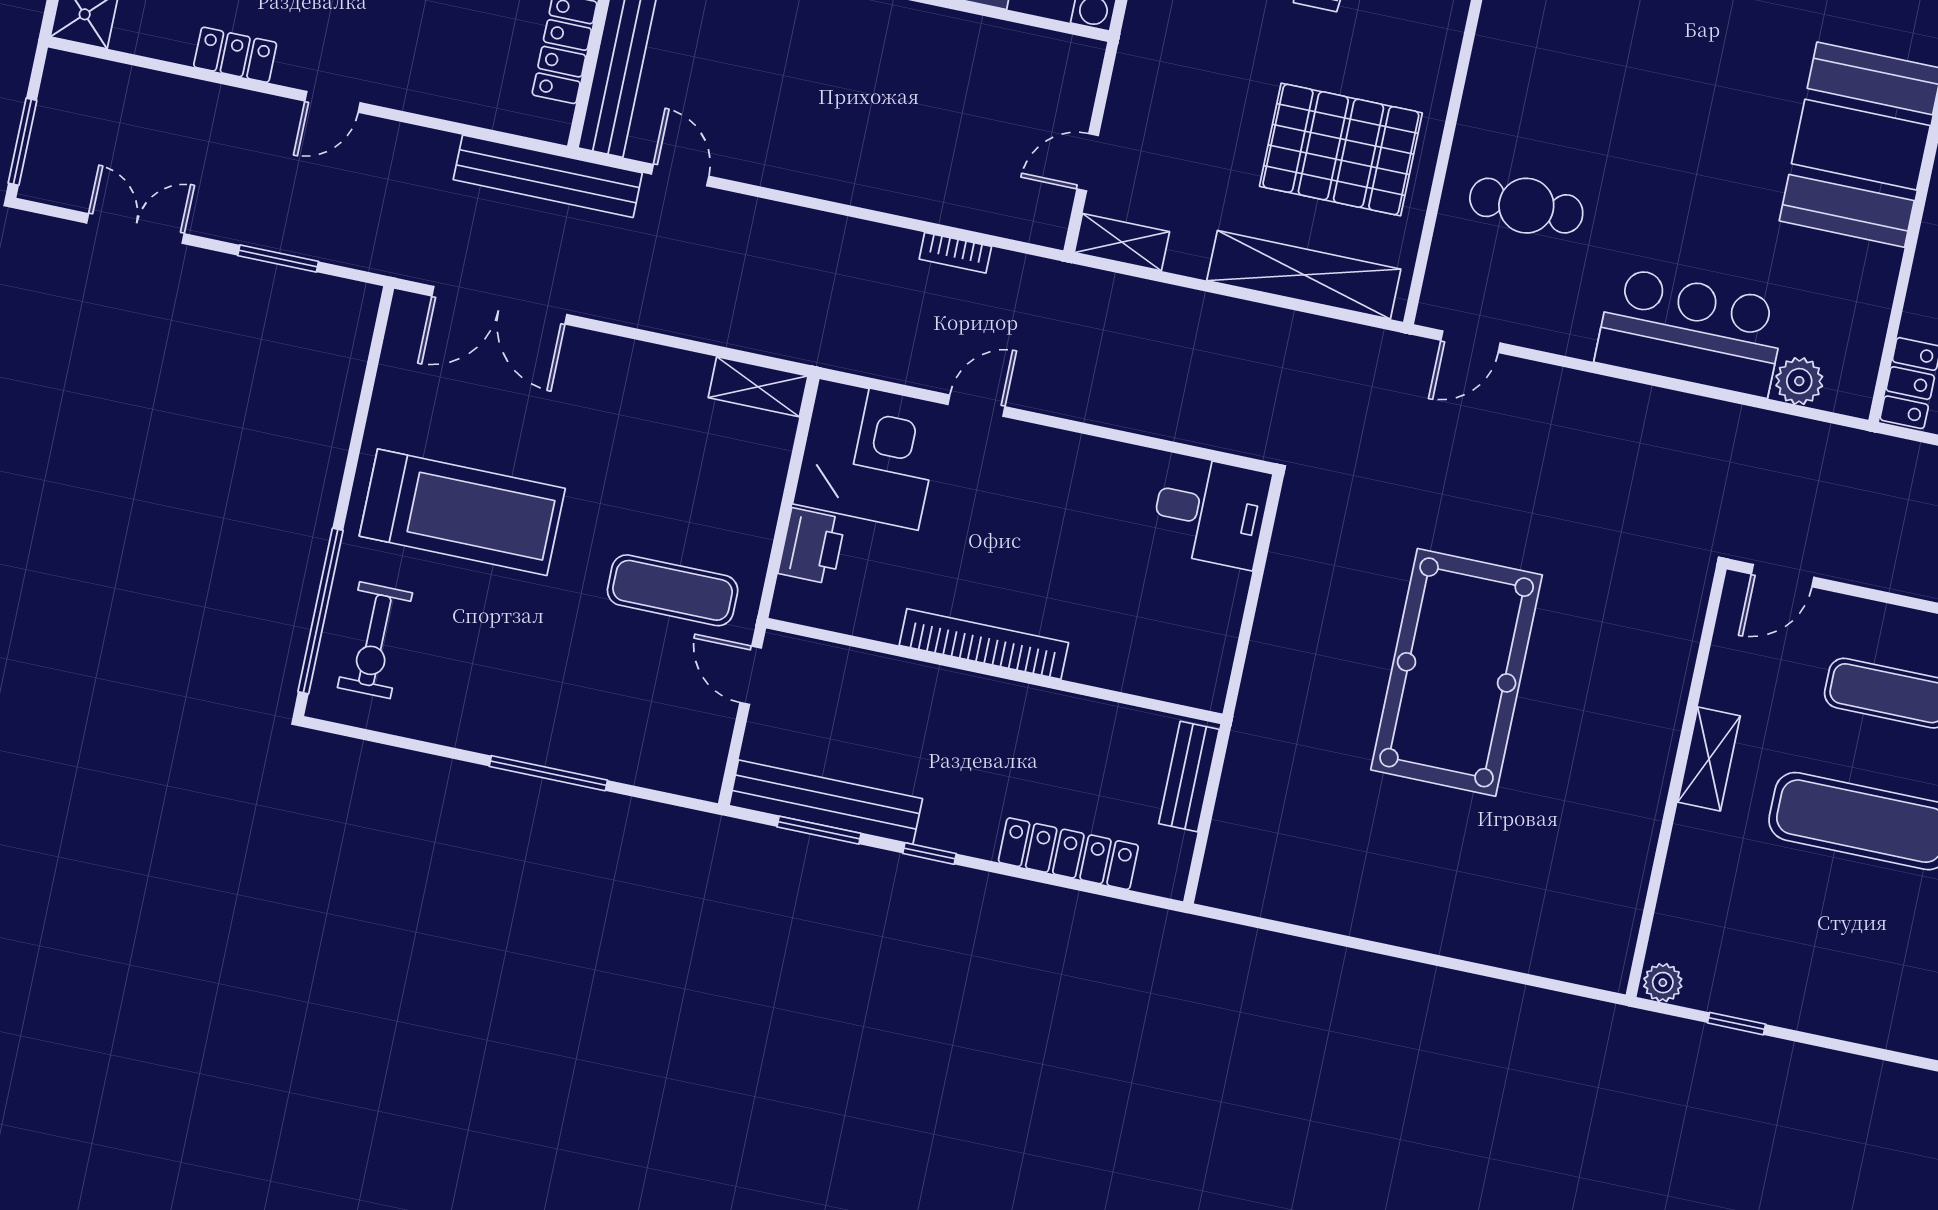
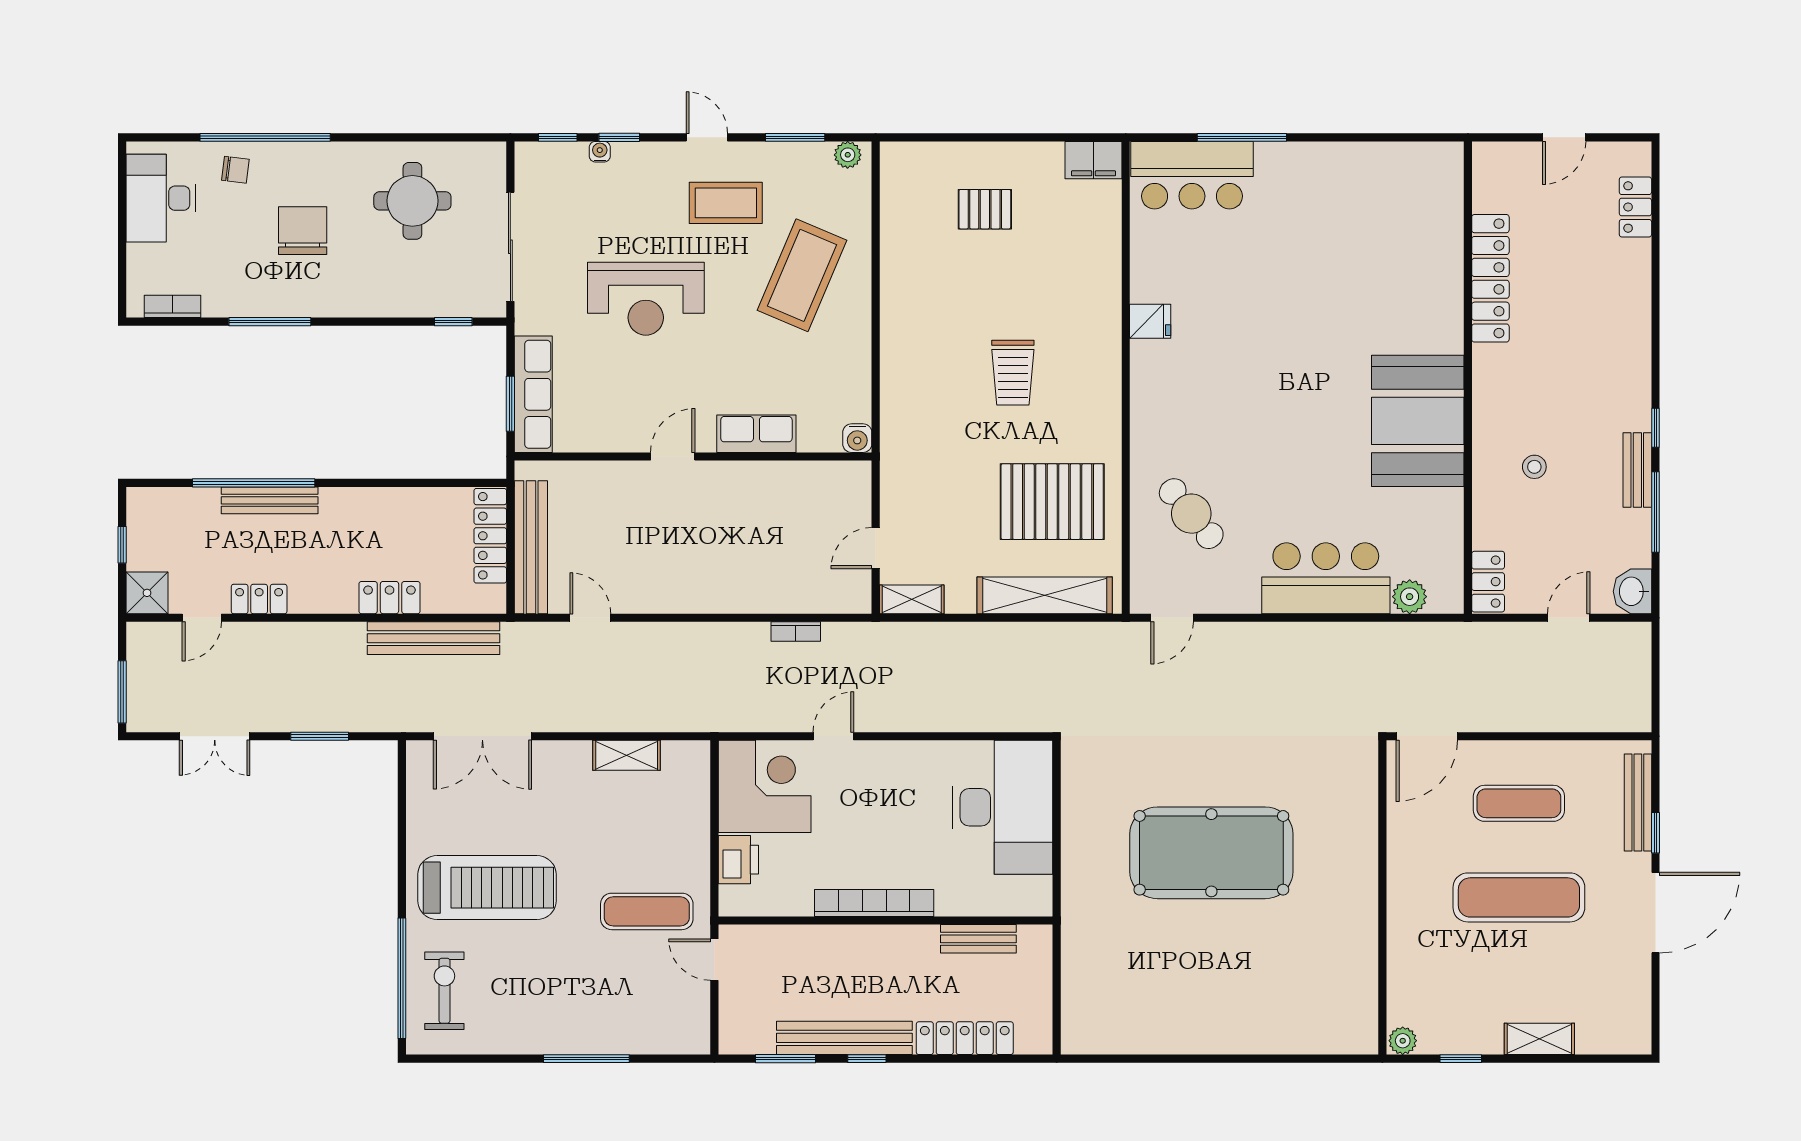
locker: (413, 90) -> (389, 598), added
door: (333, 102) -> (202, 618), moved
bench: (548, 176) -> (434, 638), moved
cafe table: (1526, 206) -> (1191, 514), turned 50
double door: (135, 228) -> (215, 736), swing flipped
shelving: (758, 387) -> (627, 755), moved
desk: (1210, 511) -> (1002, 807), width x1.87, depth x1.30
door: (1783, 576) -> (1427, 736), width x1.38
exercise bike: (375, 640) -> (444, 991), turned 180
pool table: (1457, 672) -> (1211, 853), turned 90
shelving: (1709, 759) -> (1539, 1039), moved, turned 90
bench: (1189, 777) -> (978, 939), moved, turned 90
bench: (826, 802) -> (844, 1038), moved

